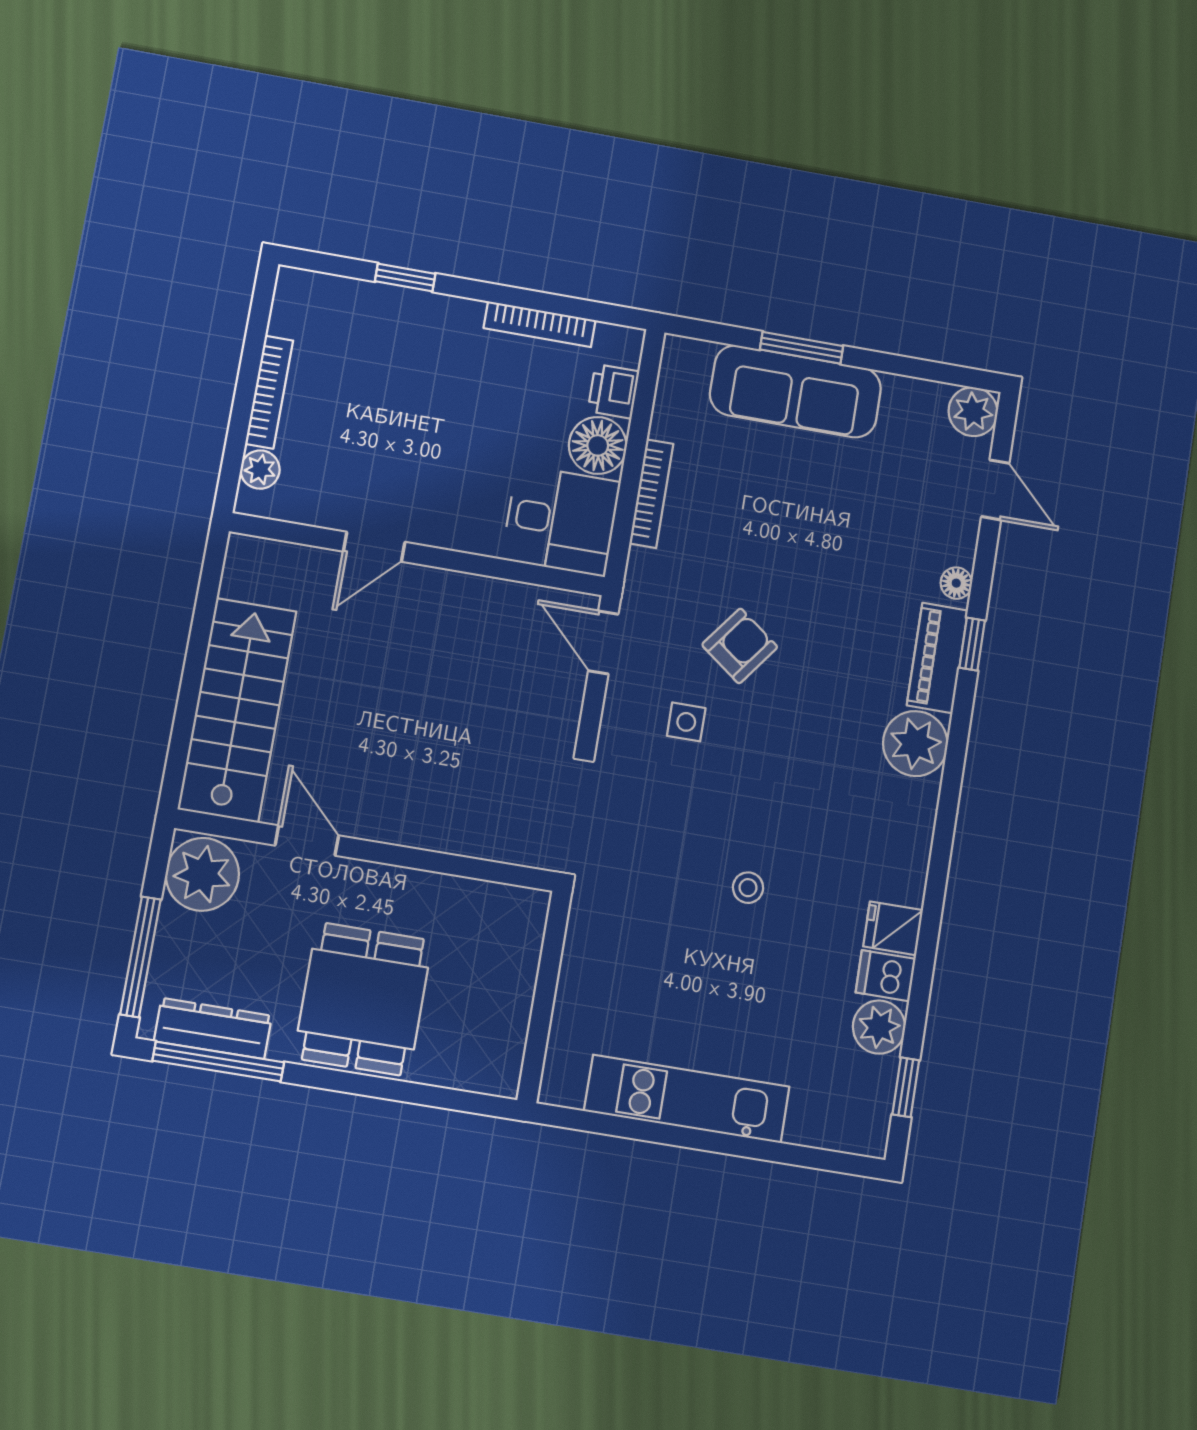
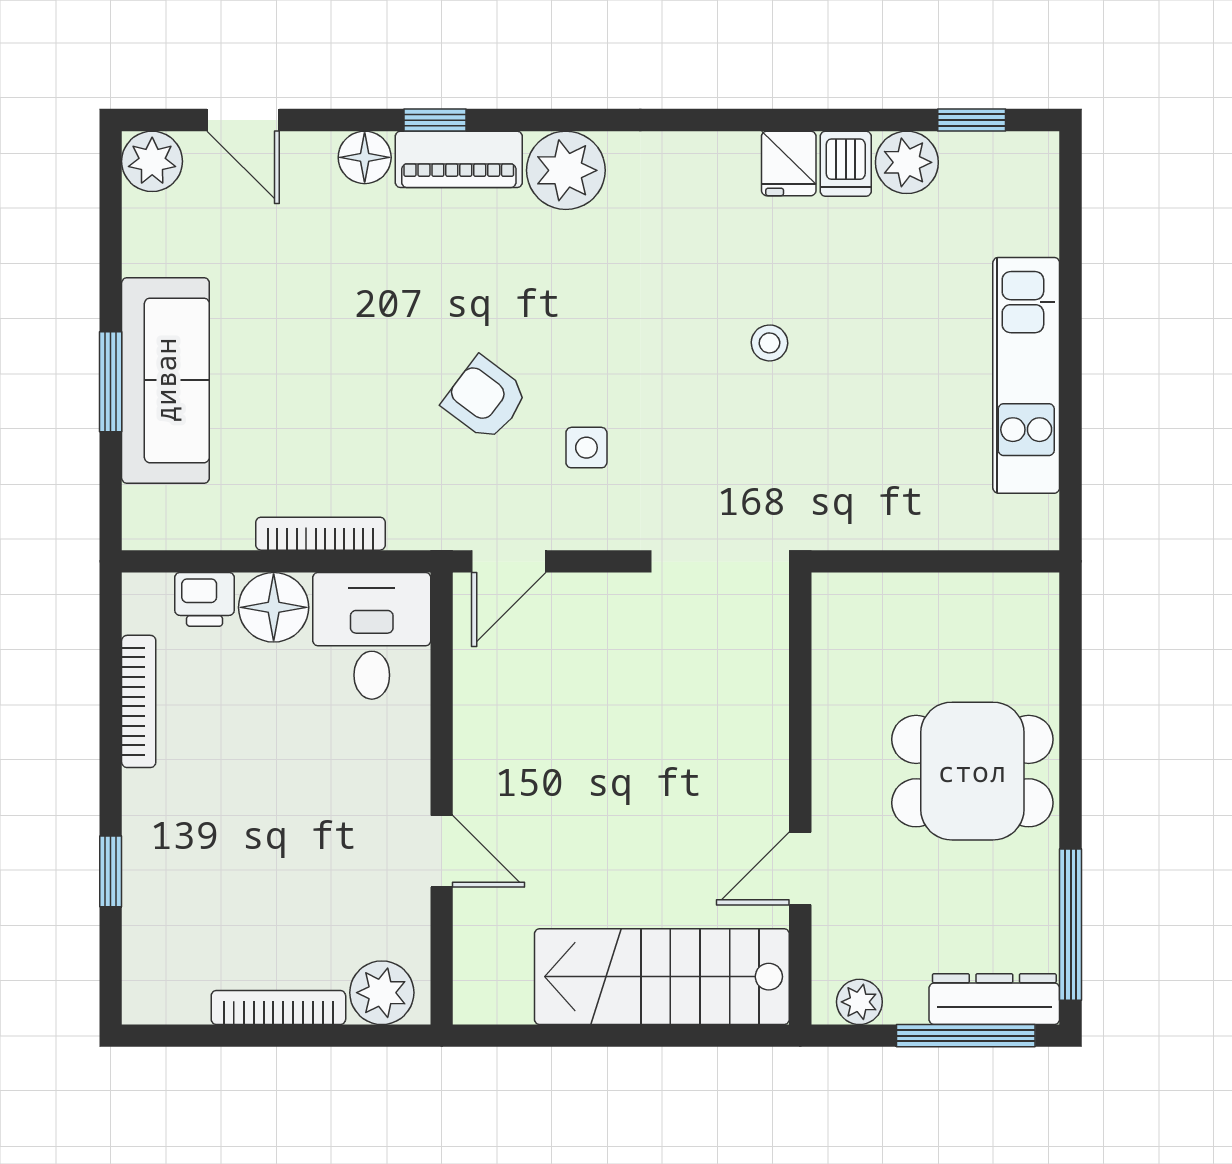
plant: (260, 470) -> (382, 993), width x1.38, depth x1.38
door: (995, 490) -> (243, 120), swing flipped
floor lamp: (956, 583) -> (365, 157), width x1.37, depth x1.37
plant: (202, 874) -> (859, 1002), width x0.53, depth x0.53
dresser: (213, 1028) -> (994, 999), moved, turned 90

